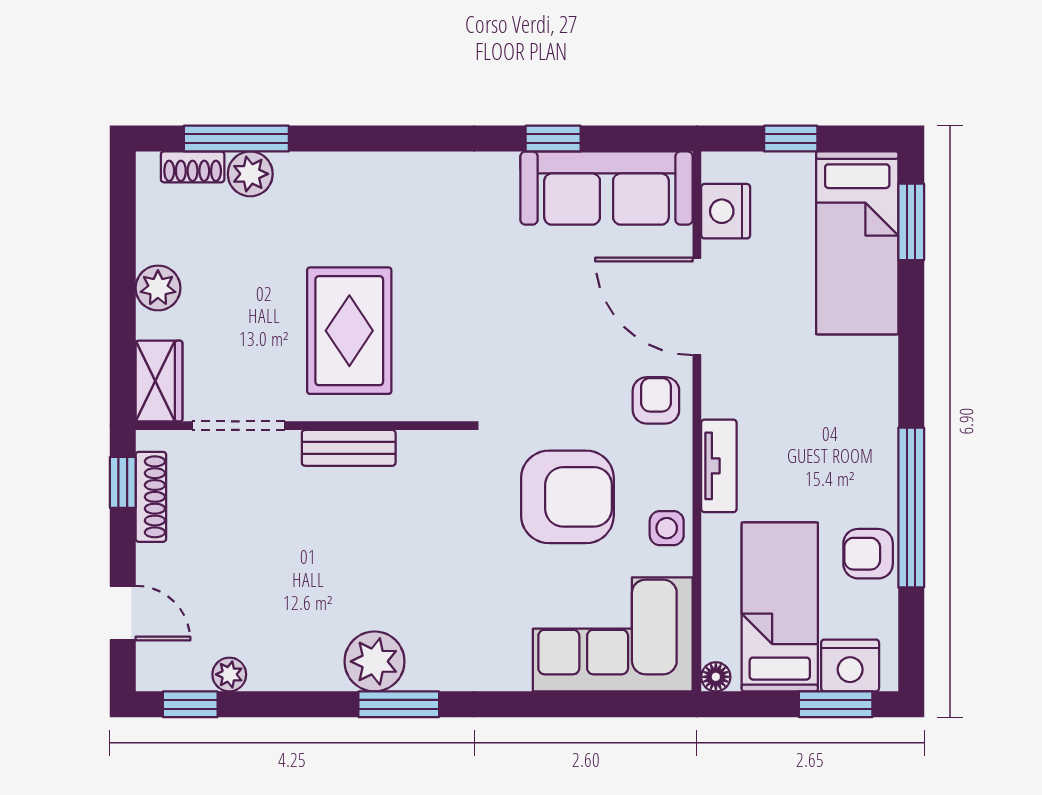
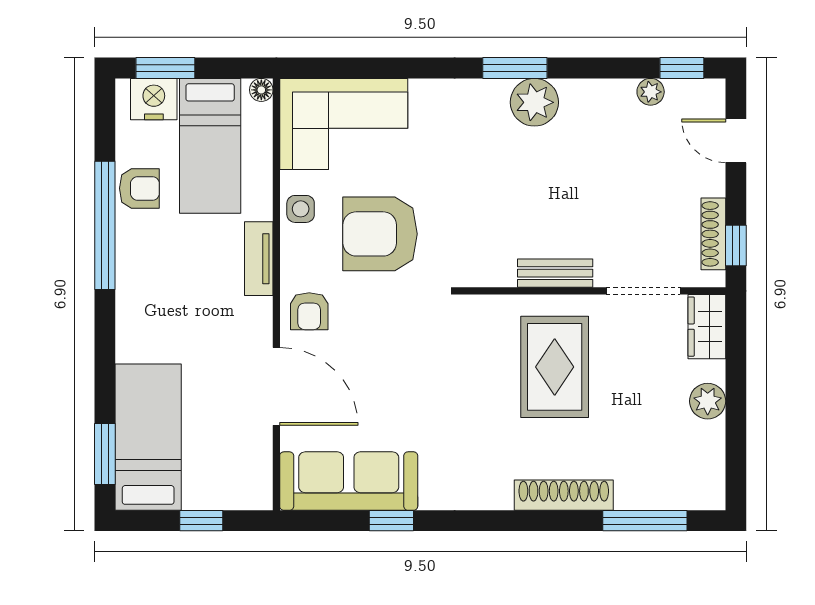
shoe rack: (193, 167) -> (564, 495), moved, width x1.94, depth x1.24
plant: (250, 174) -> (634, 492), removed
nightstand: (726, 211) -> (253, 463), removed

